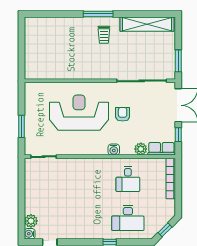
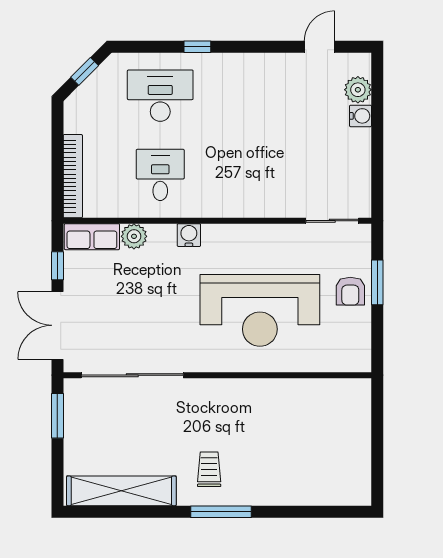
armchair: (123, 114) -> (350, 291), moved
water cooler: (30, 234) -> (360, 116), moved

